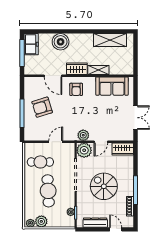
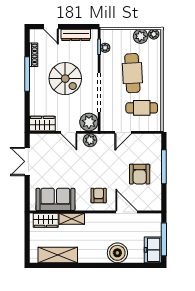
wardrobe: (77, 69) -> (46, 220), moved
armchair: (42, 107) -> (140, 174), turned 107
door: (101, 142) -> (69, 132), swing flipped

